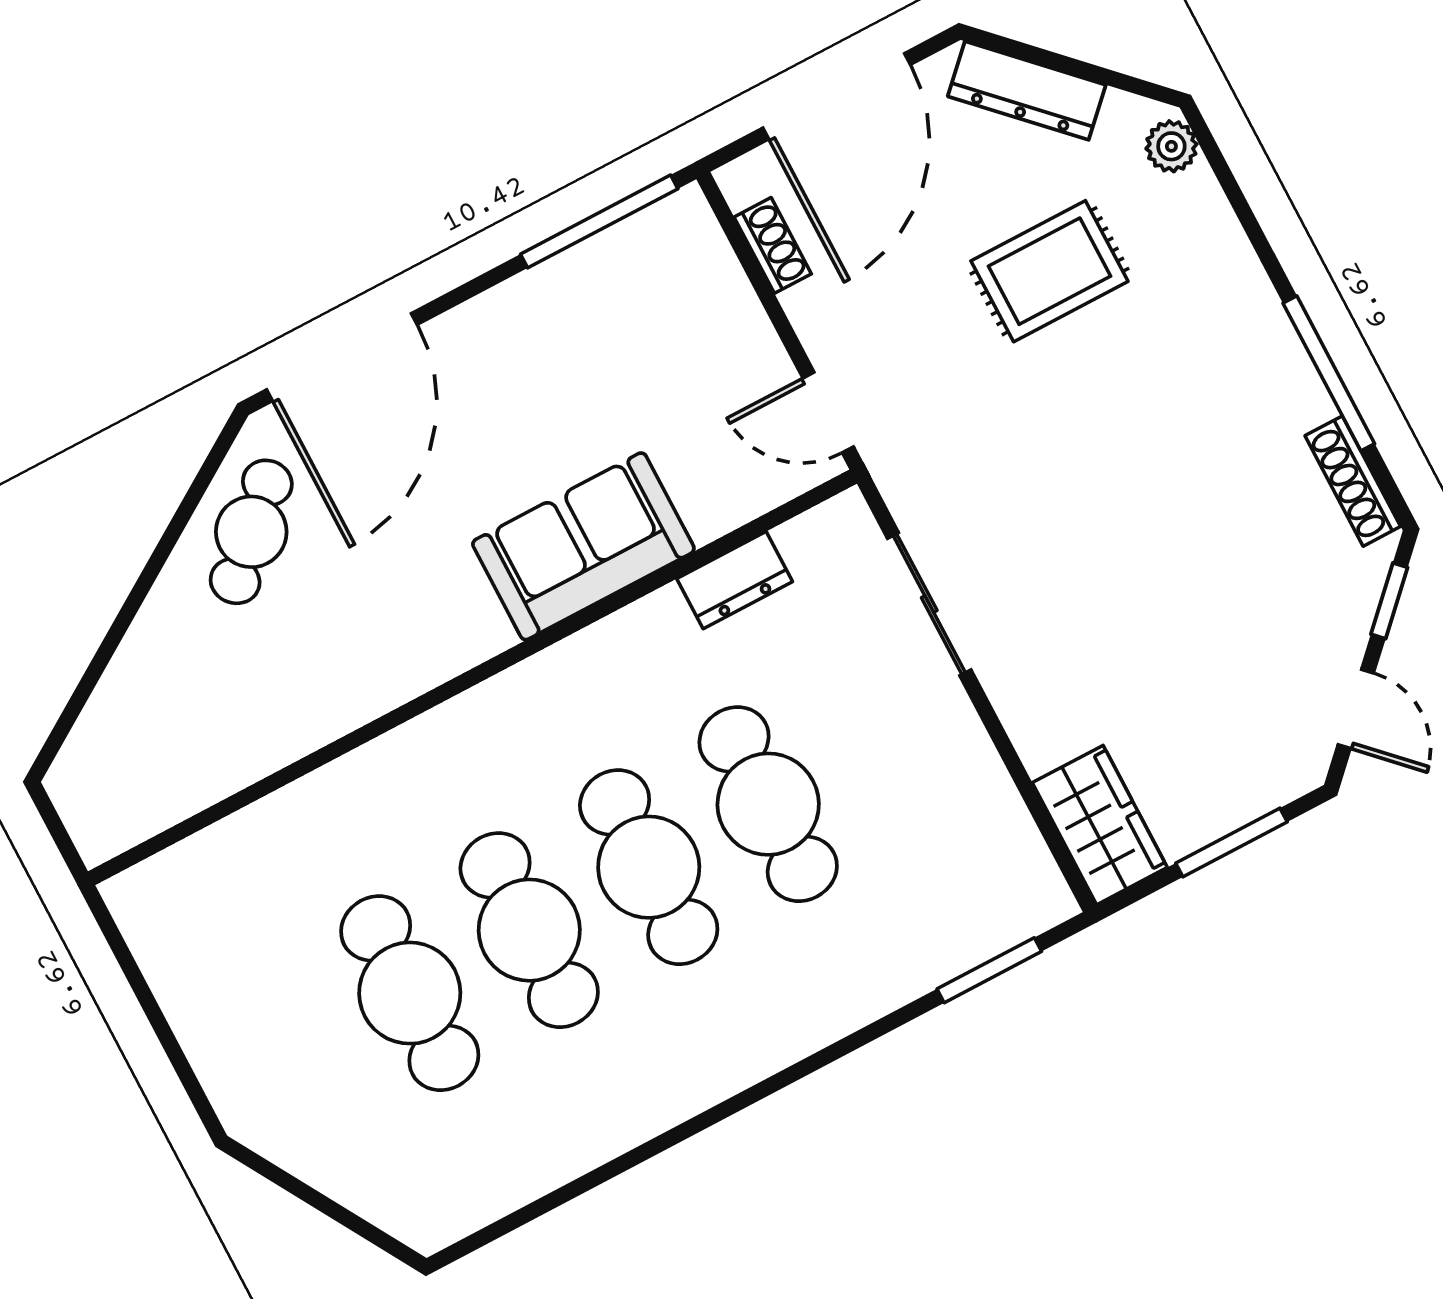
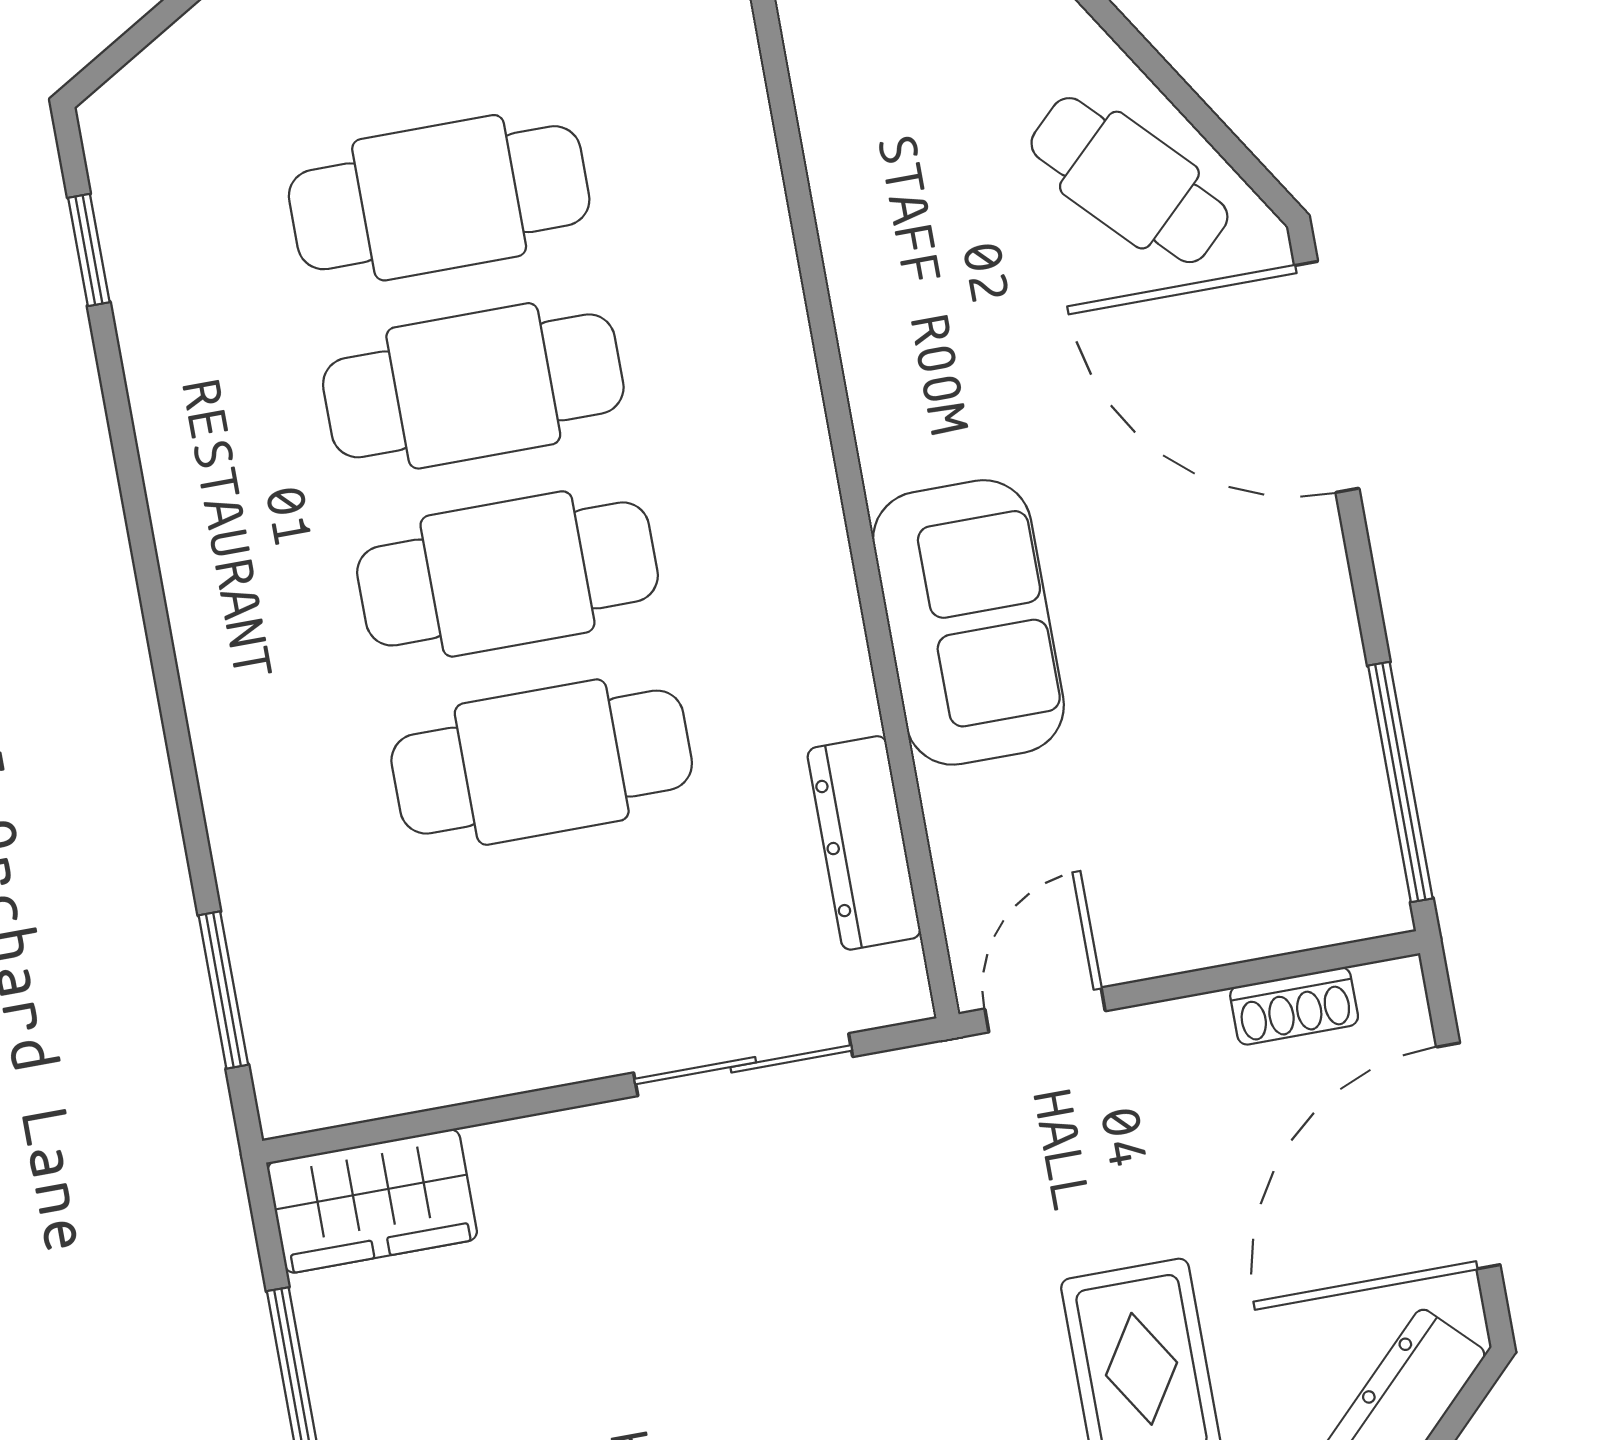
door: (837, 96) -> (1468, 1156), hinge flipped
dresser: (735, 580) -> (864, 843), width x1.44
window: (519, 1218) -> (89, 250), added

